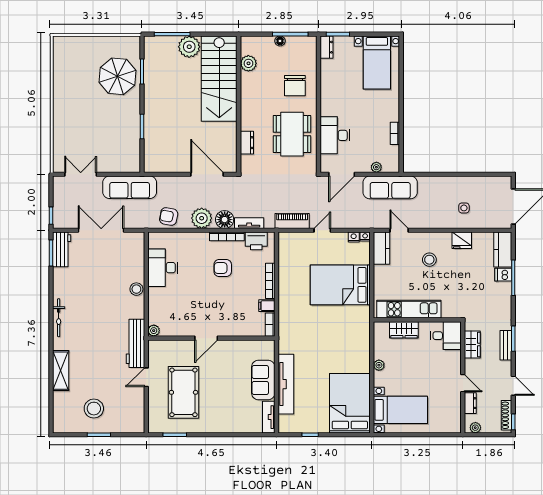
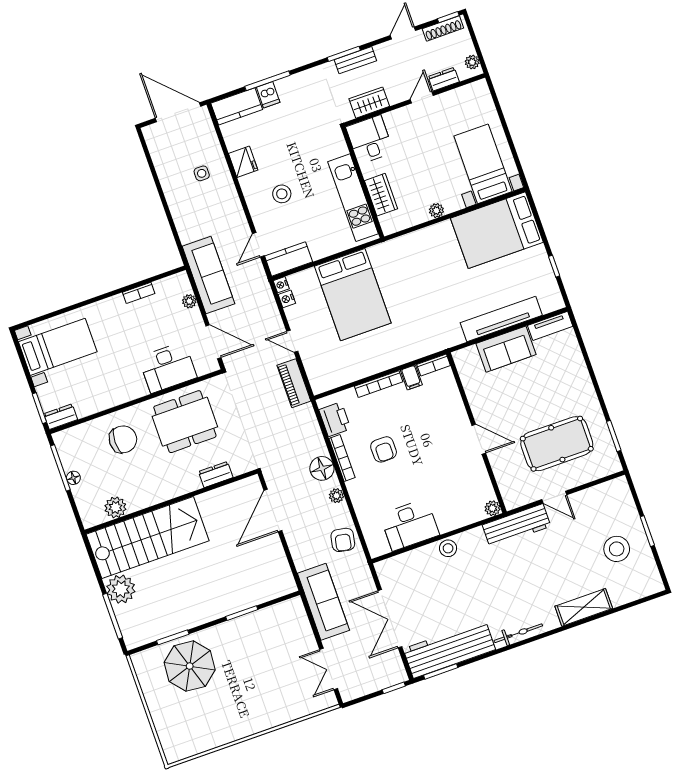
plant: (202, 218) -> (336, 496), width x0.53, depth x0.53
tv unit: (249, 223) -> (315, 436), removed
workbench: (62, 249) -> (449, 649), width x1.87, depth x1.32

